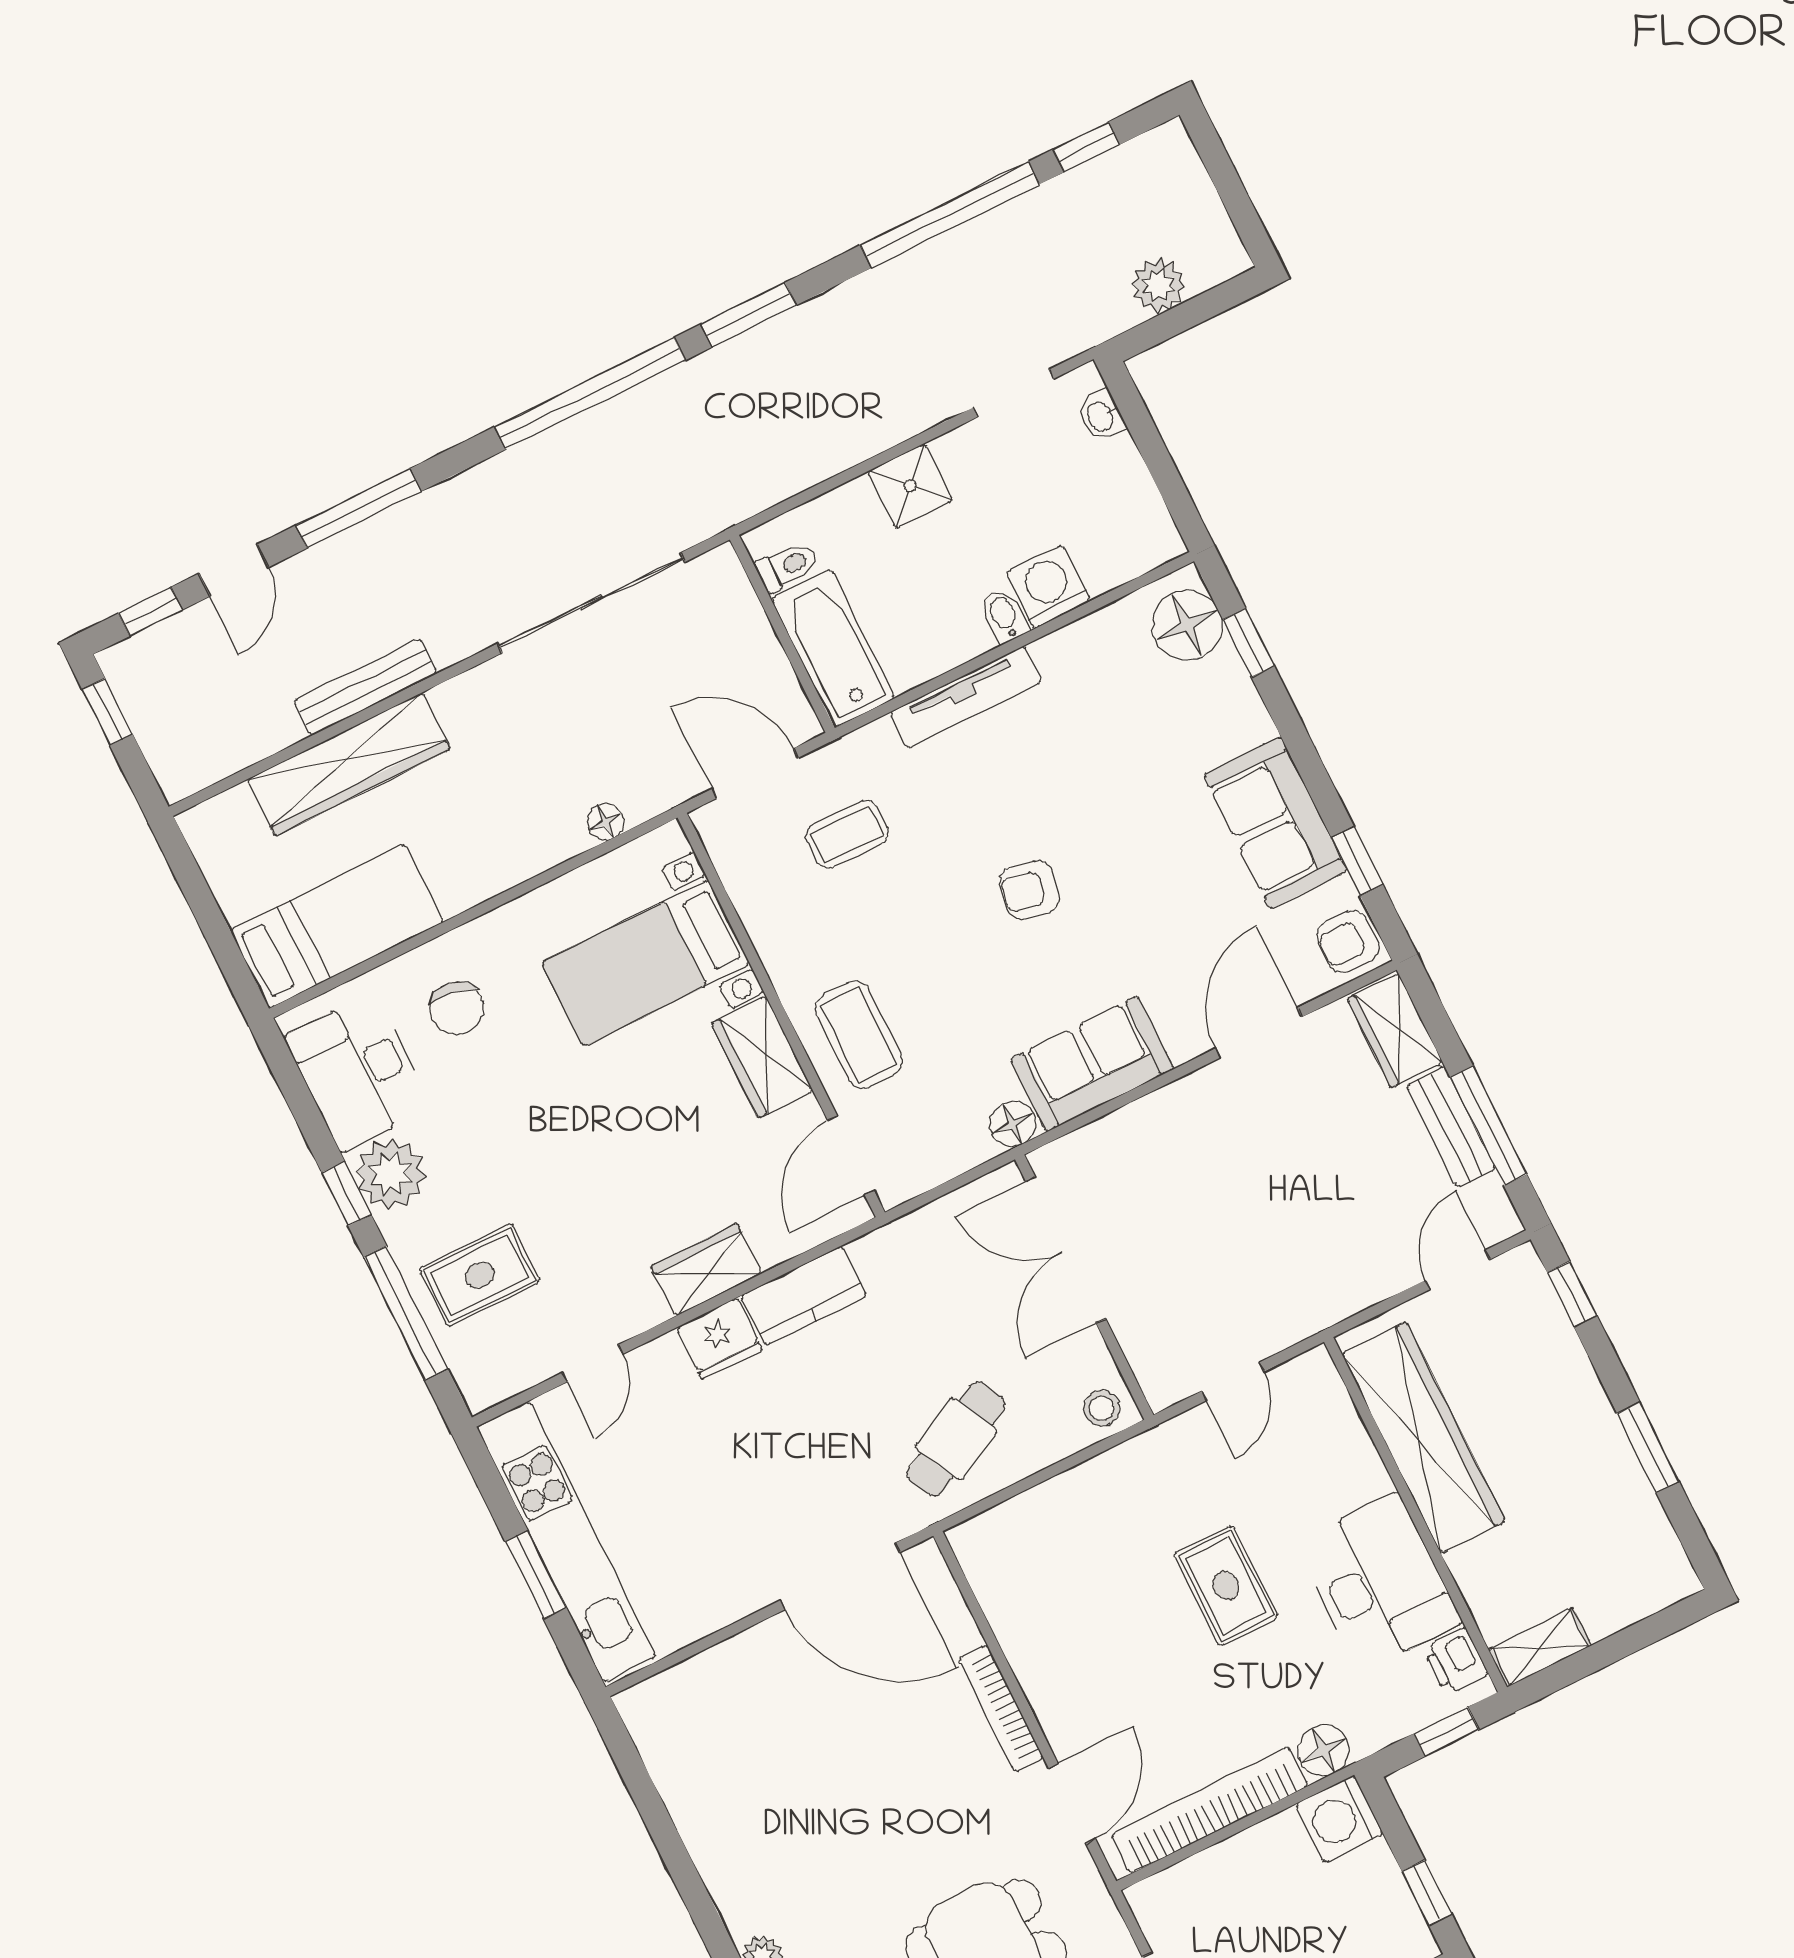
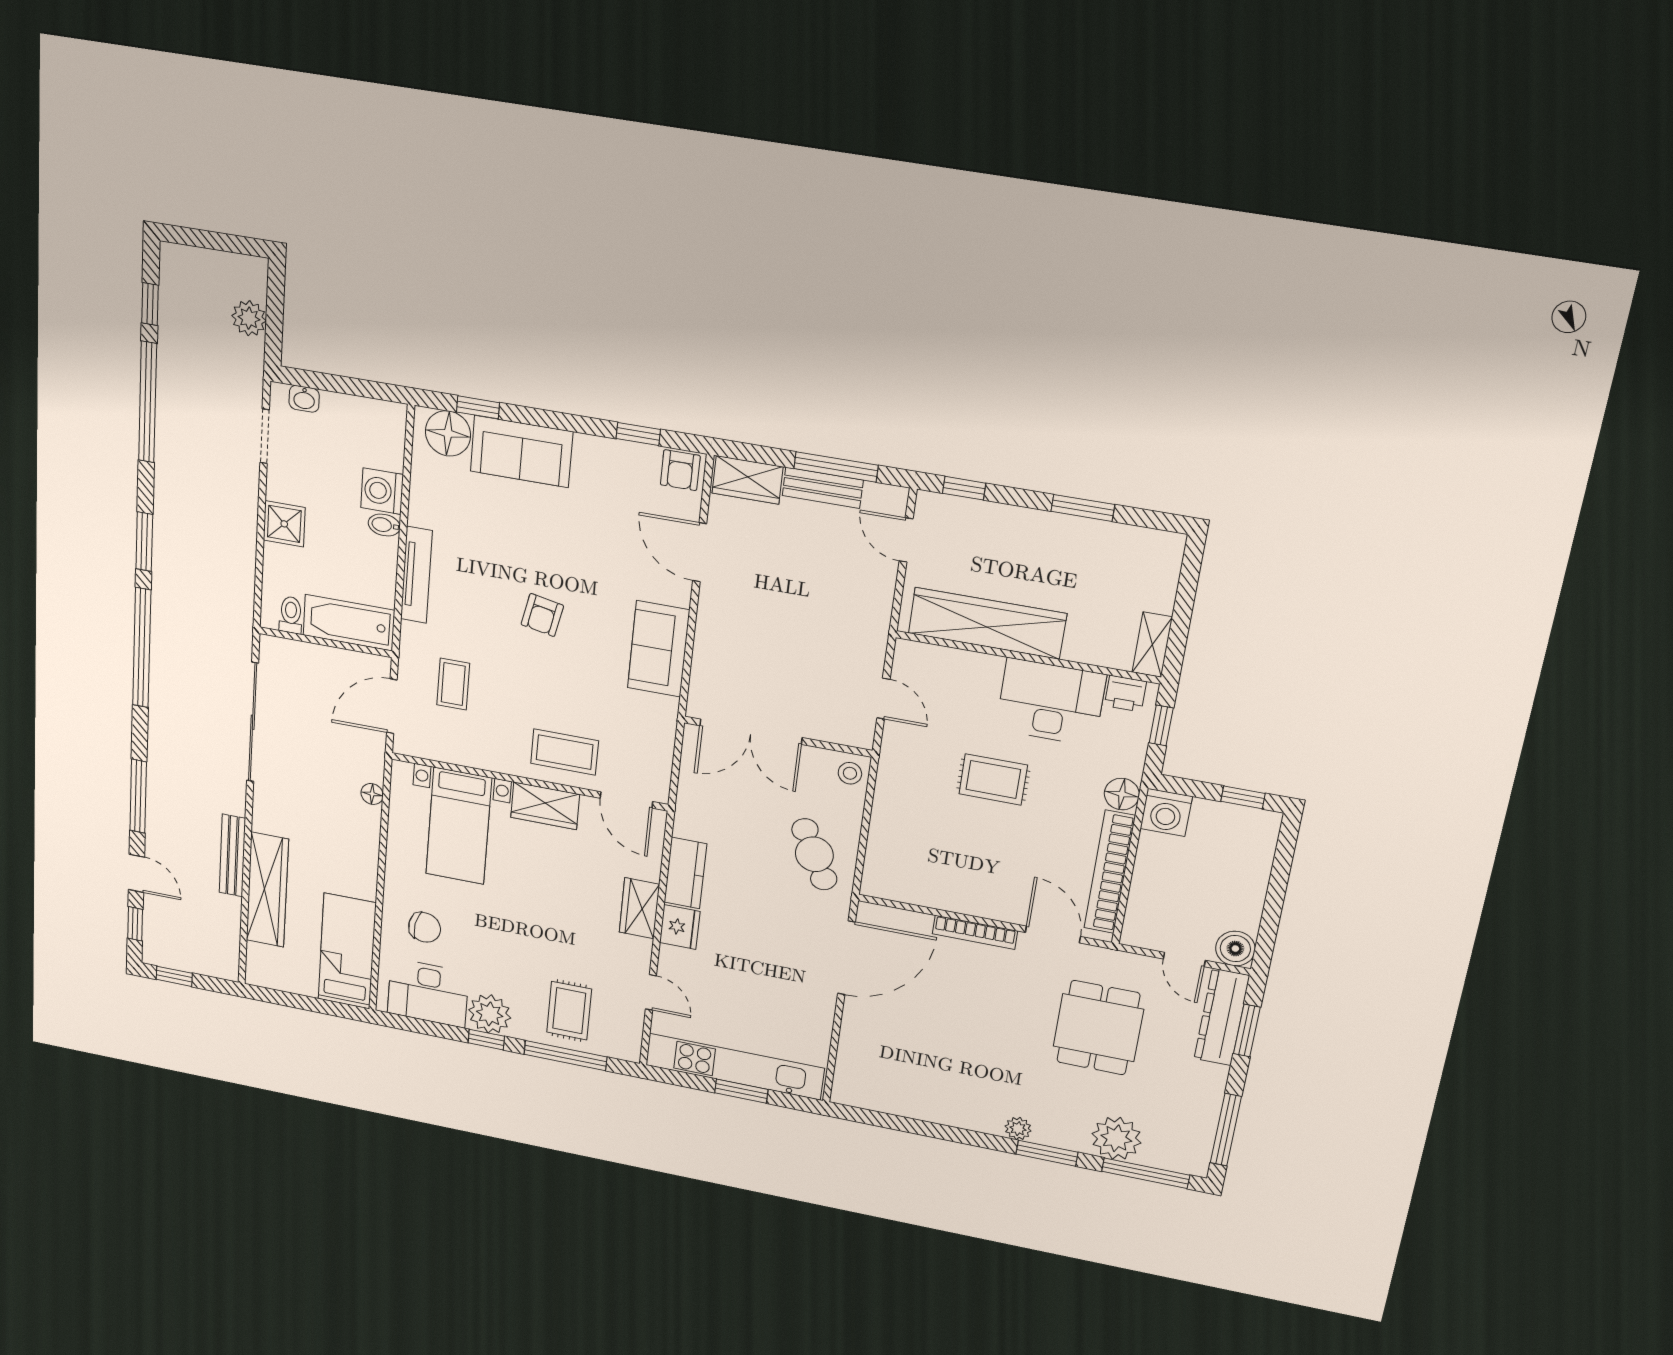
sofa: (1275, 823) -> (521, 451), moved
floor lamp: (1013, 1124) -> (664, 711), removed

